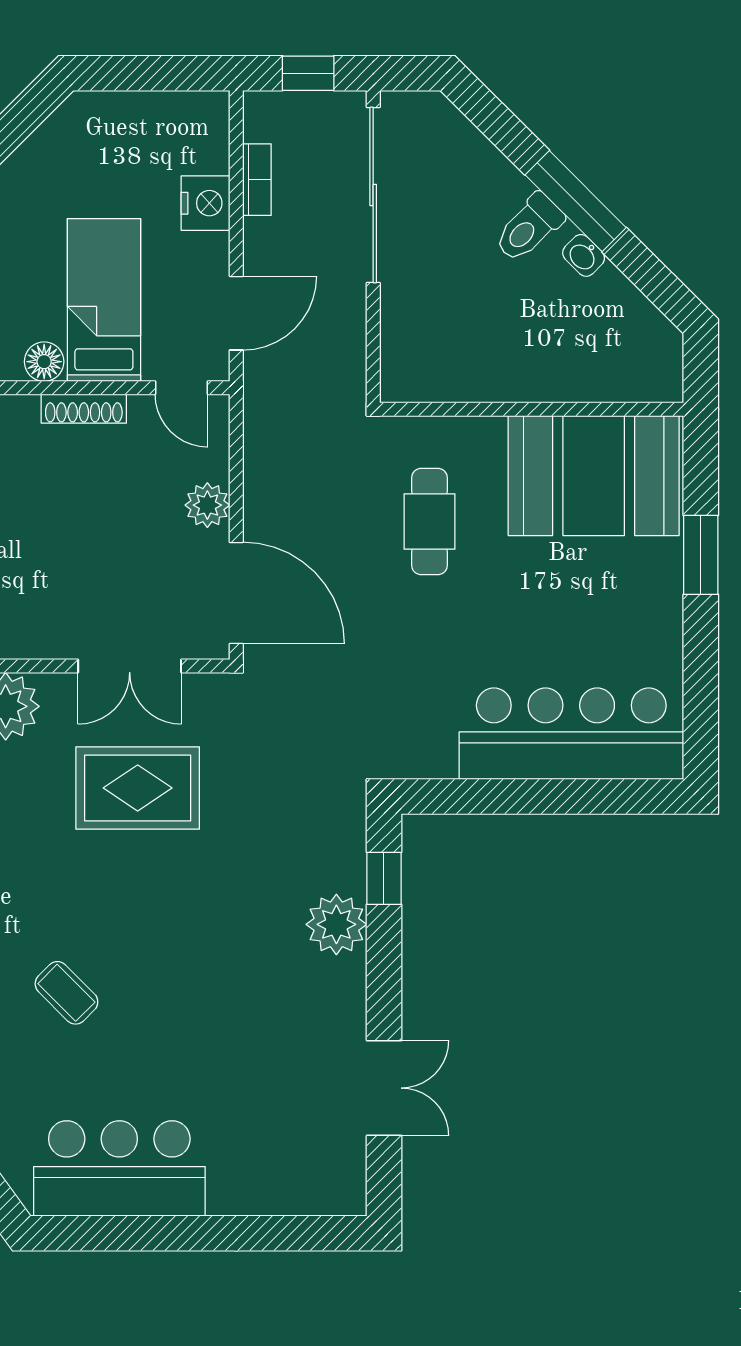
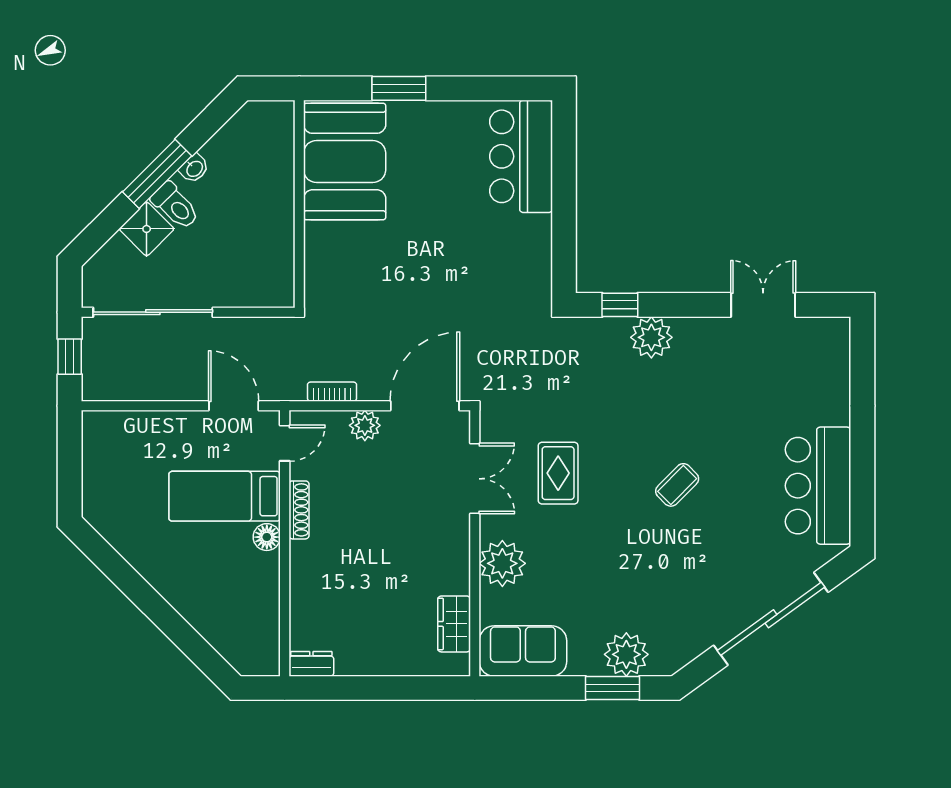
bookcase: (257, 180) -> (332, 392), moved
shower: (495, 186) -> (147, 229), added
nightstand: (205, 203) -> (158, 427), removed
cafe table: (429, 522) -> (376, 274), removed
bar counter: (571, 734) -> (521, 156), width x0.73
rug: (138, 788) -> (558, 473), width x0.73, depth x0.70
coffee table: (66, 993) -> (677, 485), moved

